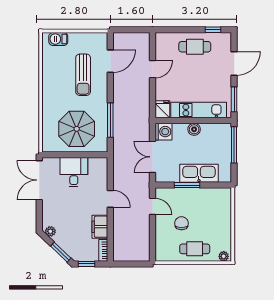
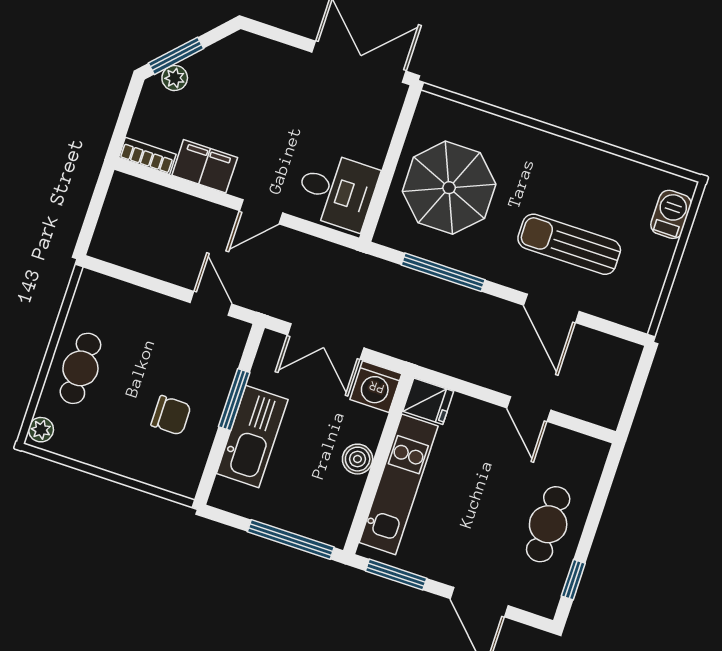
door: (110, 61) -> (551, 308), moved
double door: (152, 157) -> (326, 341), swing flipped
desk: (74, 172) -> (337, 191), moved
door: (152, 206) -> (211, 303), swing flipped
chair: (181, 223) -> (171, 415), moved
plant: (50, 231) -> (175, 78), moved
window: (87, 264) -> (129, 106), removed

